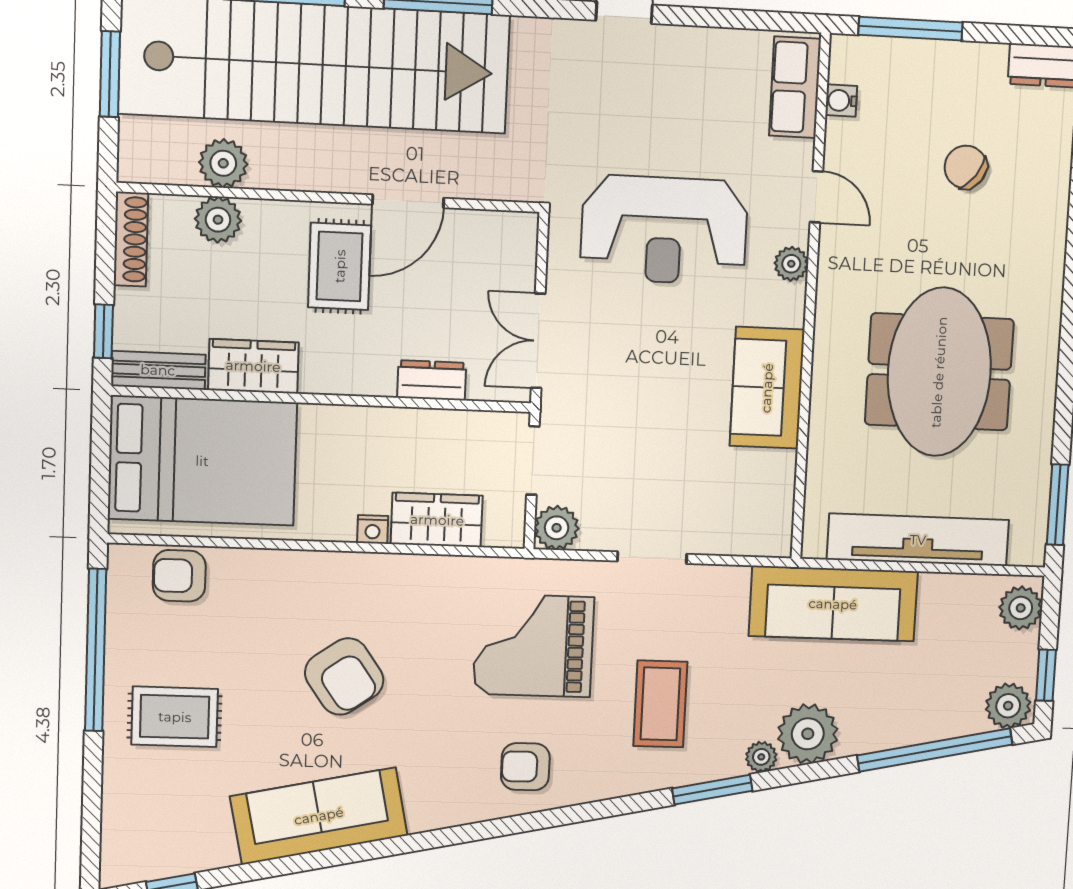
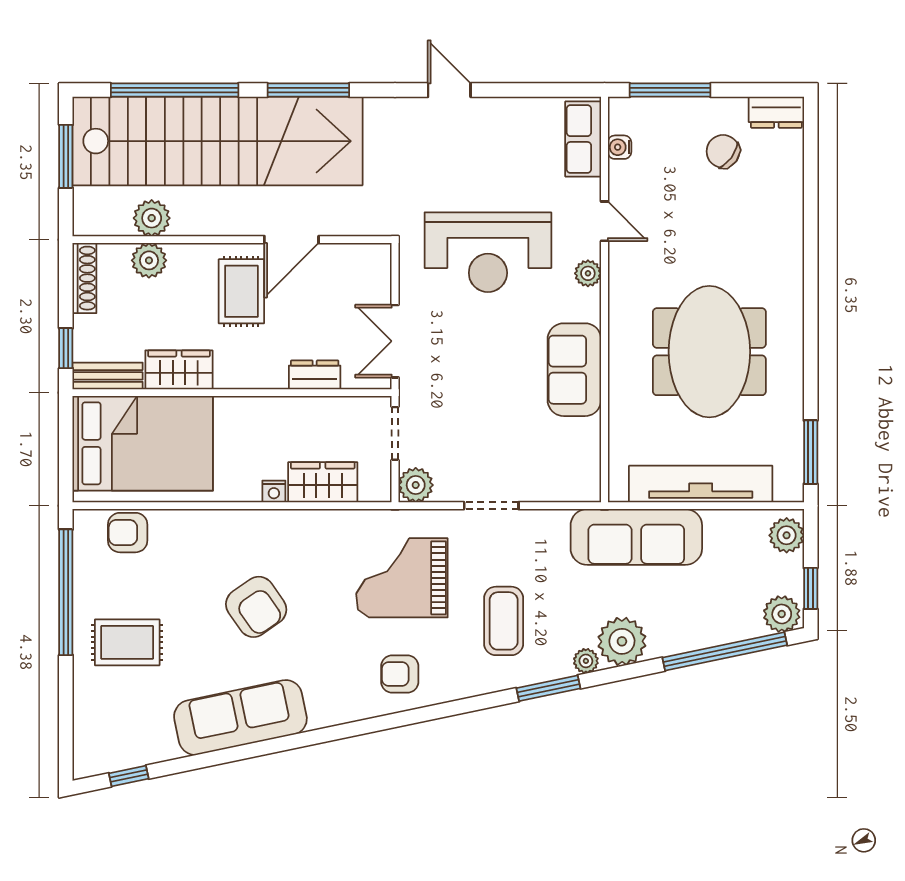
chair: (966, 167) -> (723, 151), moved

